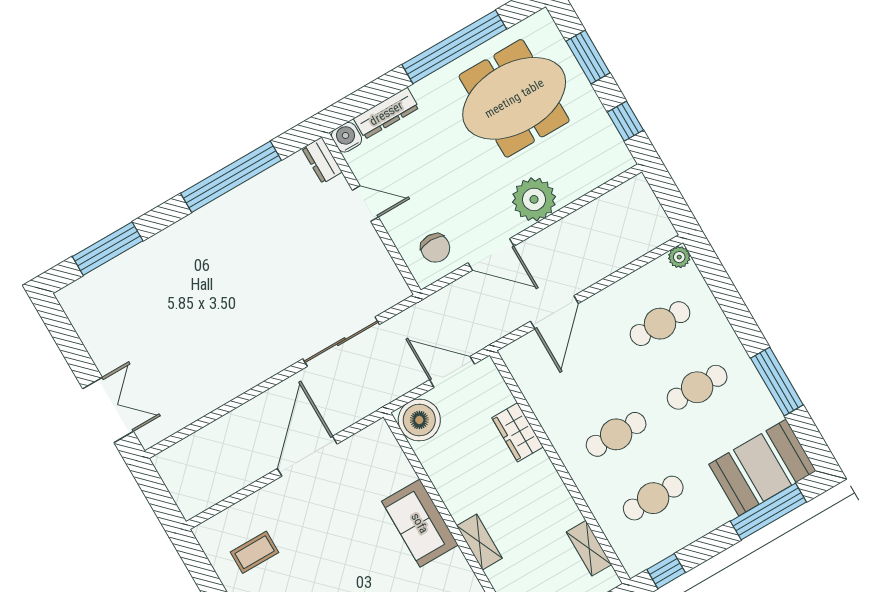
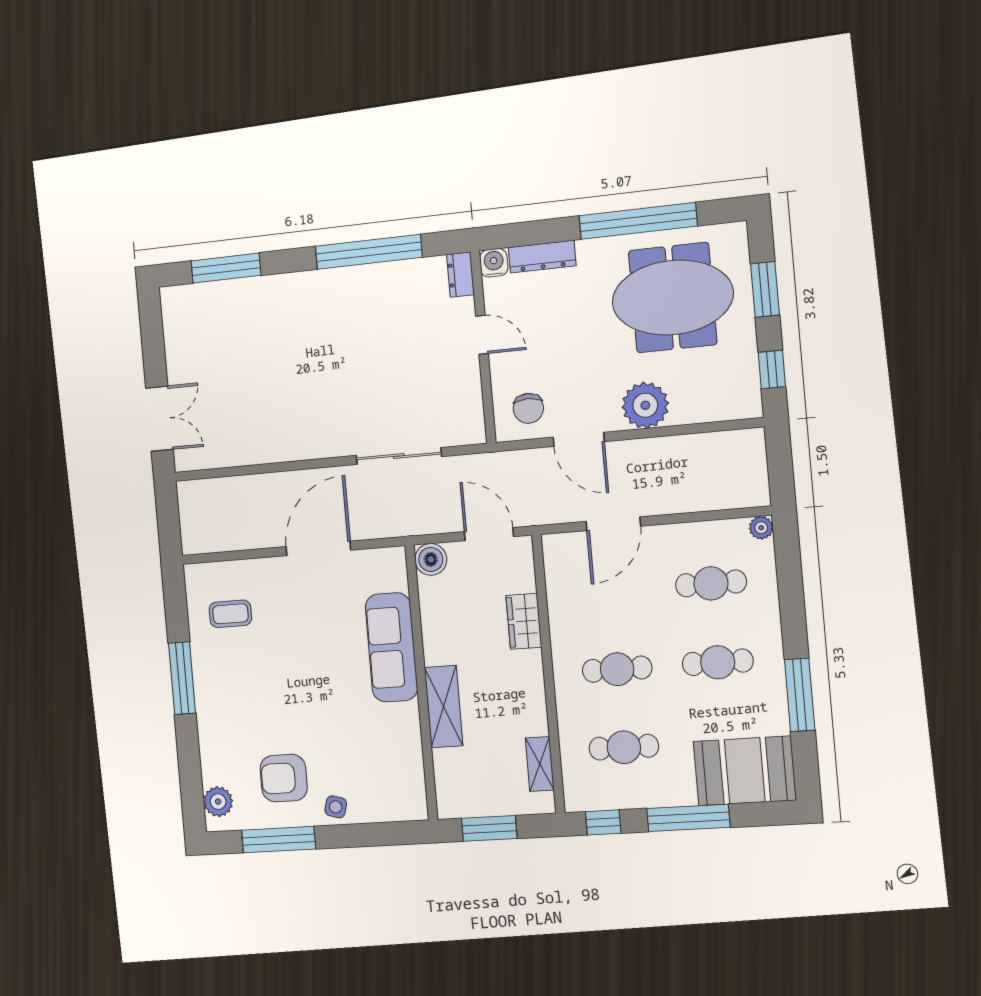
boiler: (419, 420) -> (431, 559), width x0.73, depth x0.73
window: (768, 512) -> (688, 818), moved
sofa: (420, 523) -> (391, 647), width x1.36
shelving: (479, 542) -> (444, 707), width x1.50, depth x1.33

